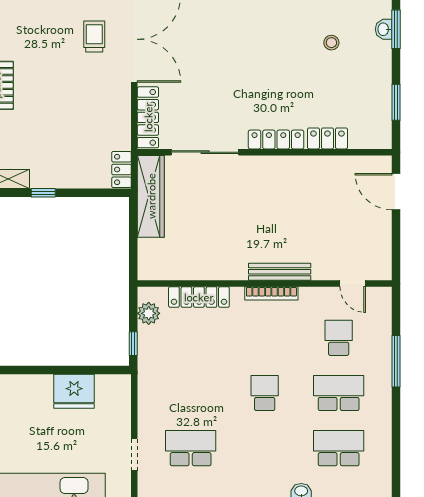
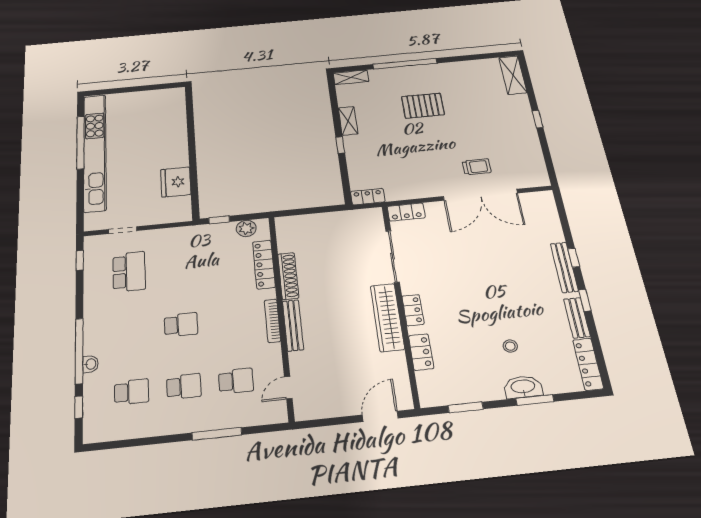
washbasin: (384, 29) -> (523, 387), width x1.91, depth x1.45
locker: (148, 117) -> (406, 212), width x0.66
locker: (276, 139) -> (413, 310), width x0.66
wardrobe: (151, 196) -> (387, 317), moved, turned 90
shoe rack: (217, 271) -> (288, 276), added
school desk: (339, 393) -> (184, 386), width x0.54
school desk: (339, 448) -> (131, 392), width x0.54

